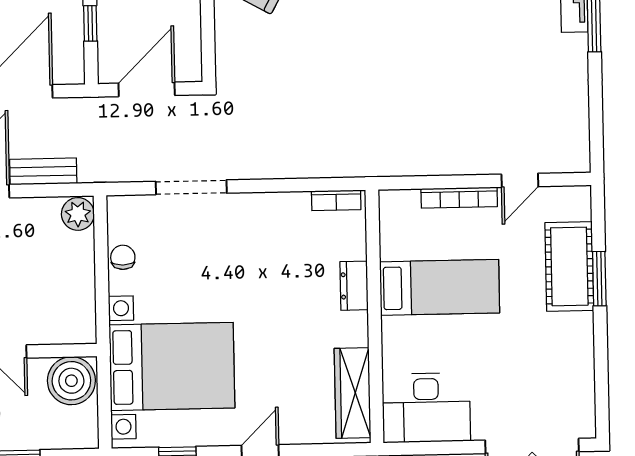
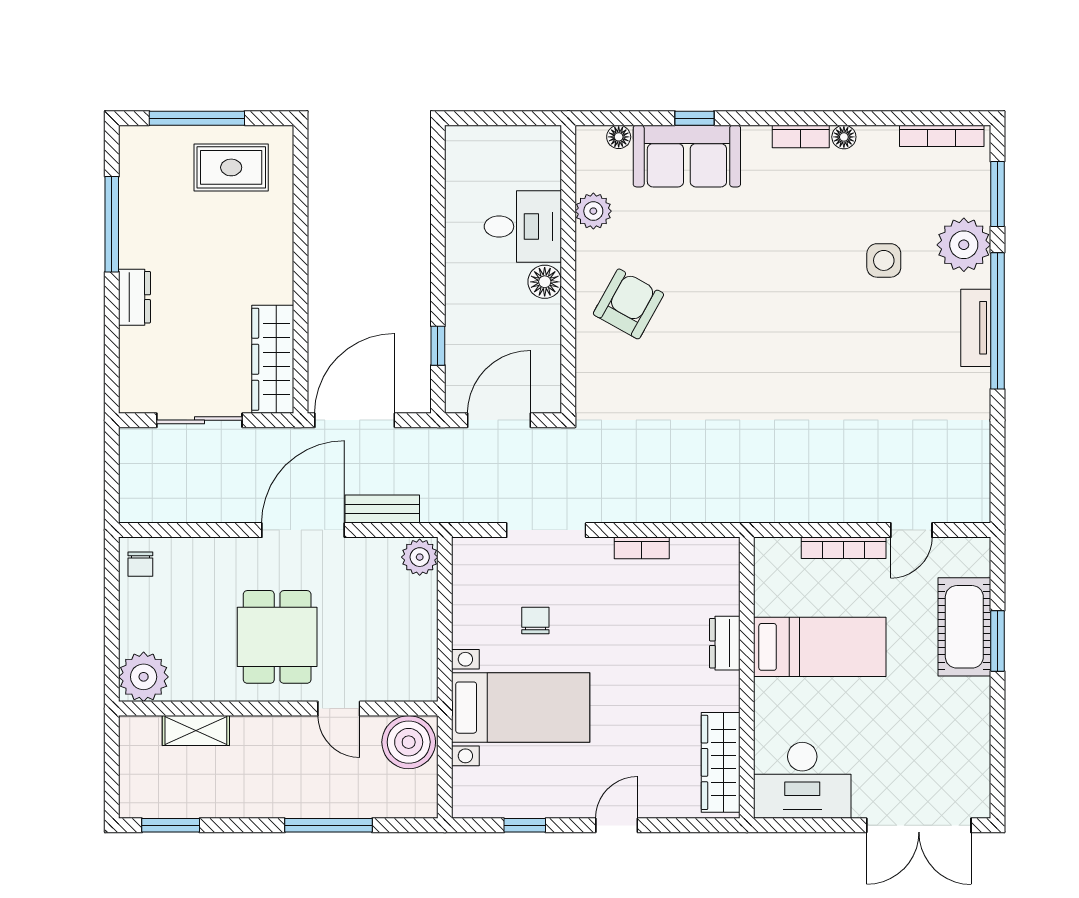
bookcase: (336, 200) -> (642, 548), moved
chair: (123, 257) -> (535, 620), moved
bed with nightstands: (172, 366) -> (521, 708), width x0.73

